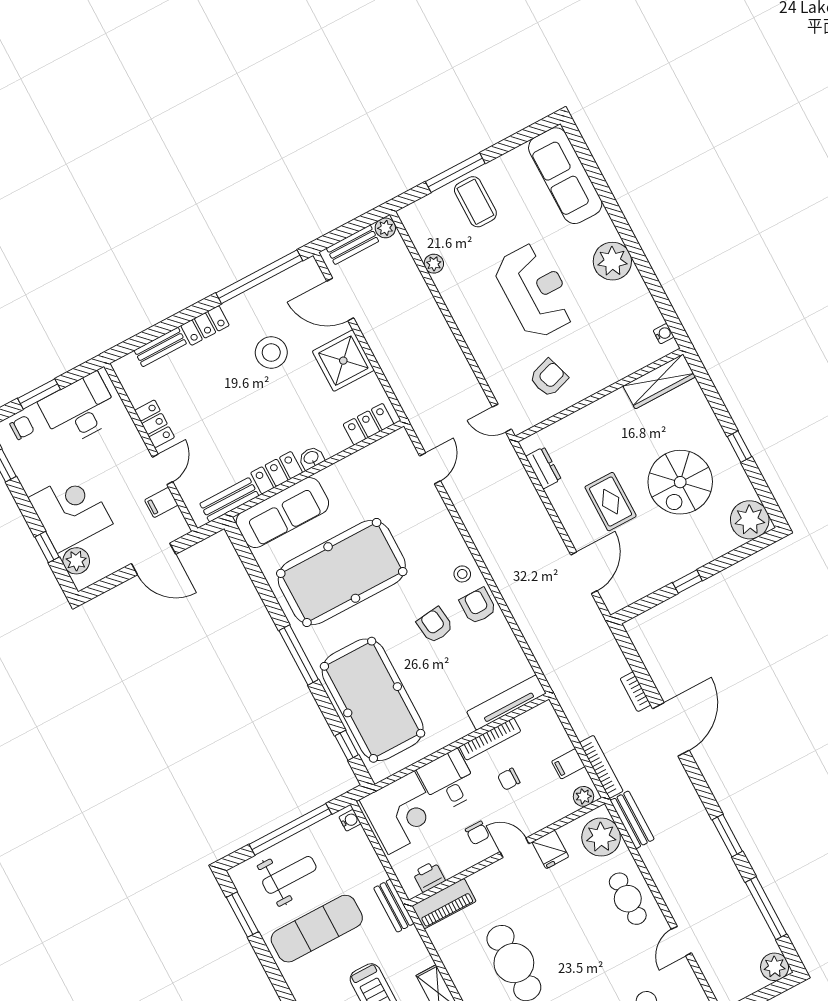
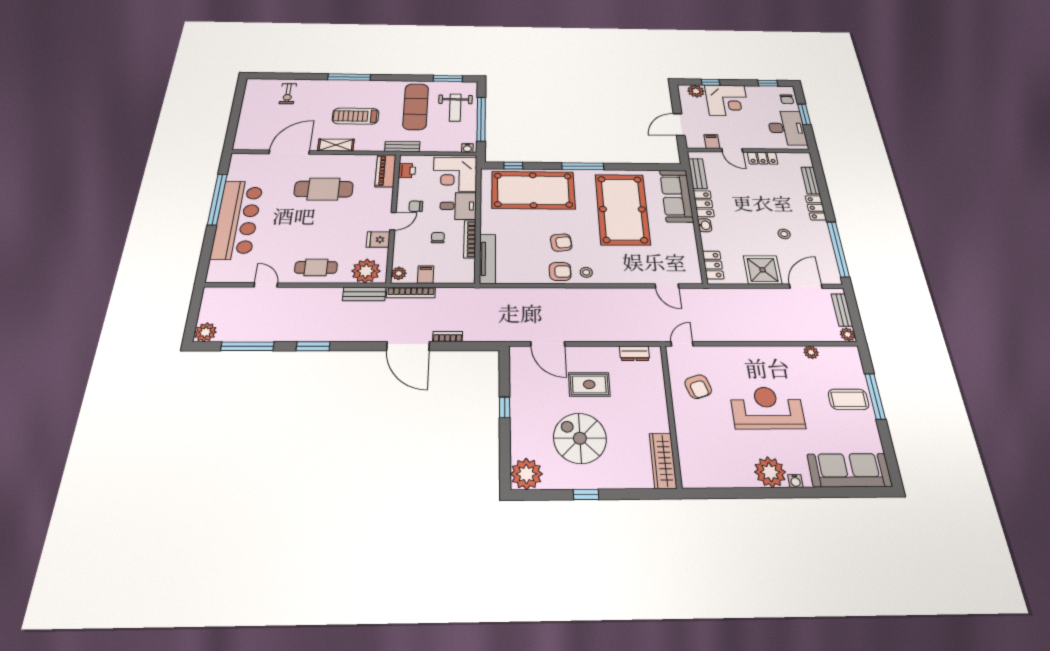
reception desk: (535, 290) -> (767, 408), turned 180
water cooler: (664, 334) -> (795, 481), moved
stool: (271, 353) -> (784, 234), width x0.53, depth x0.53

